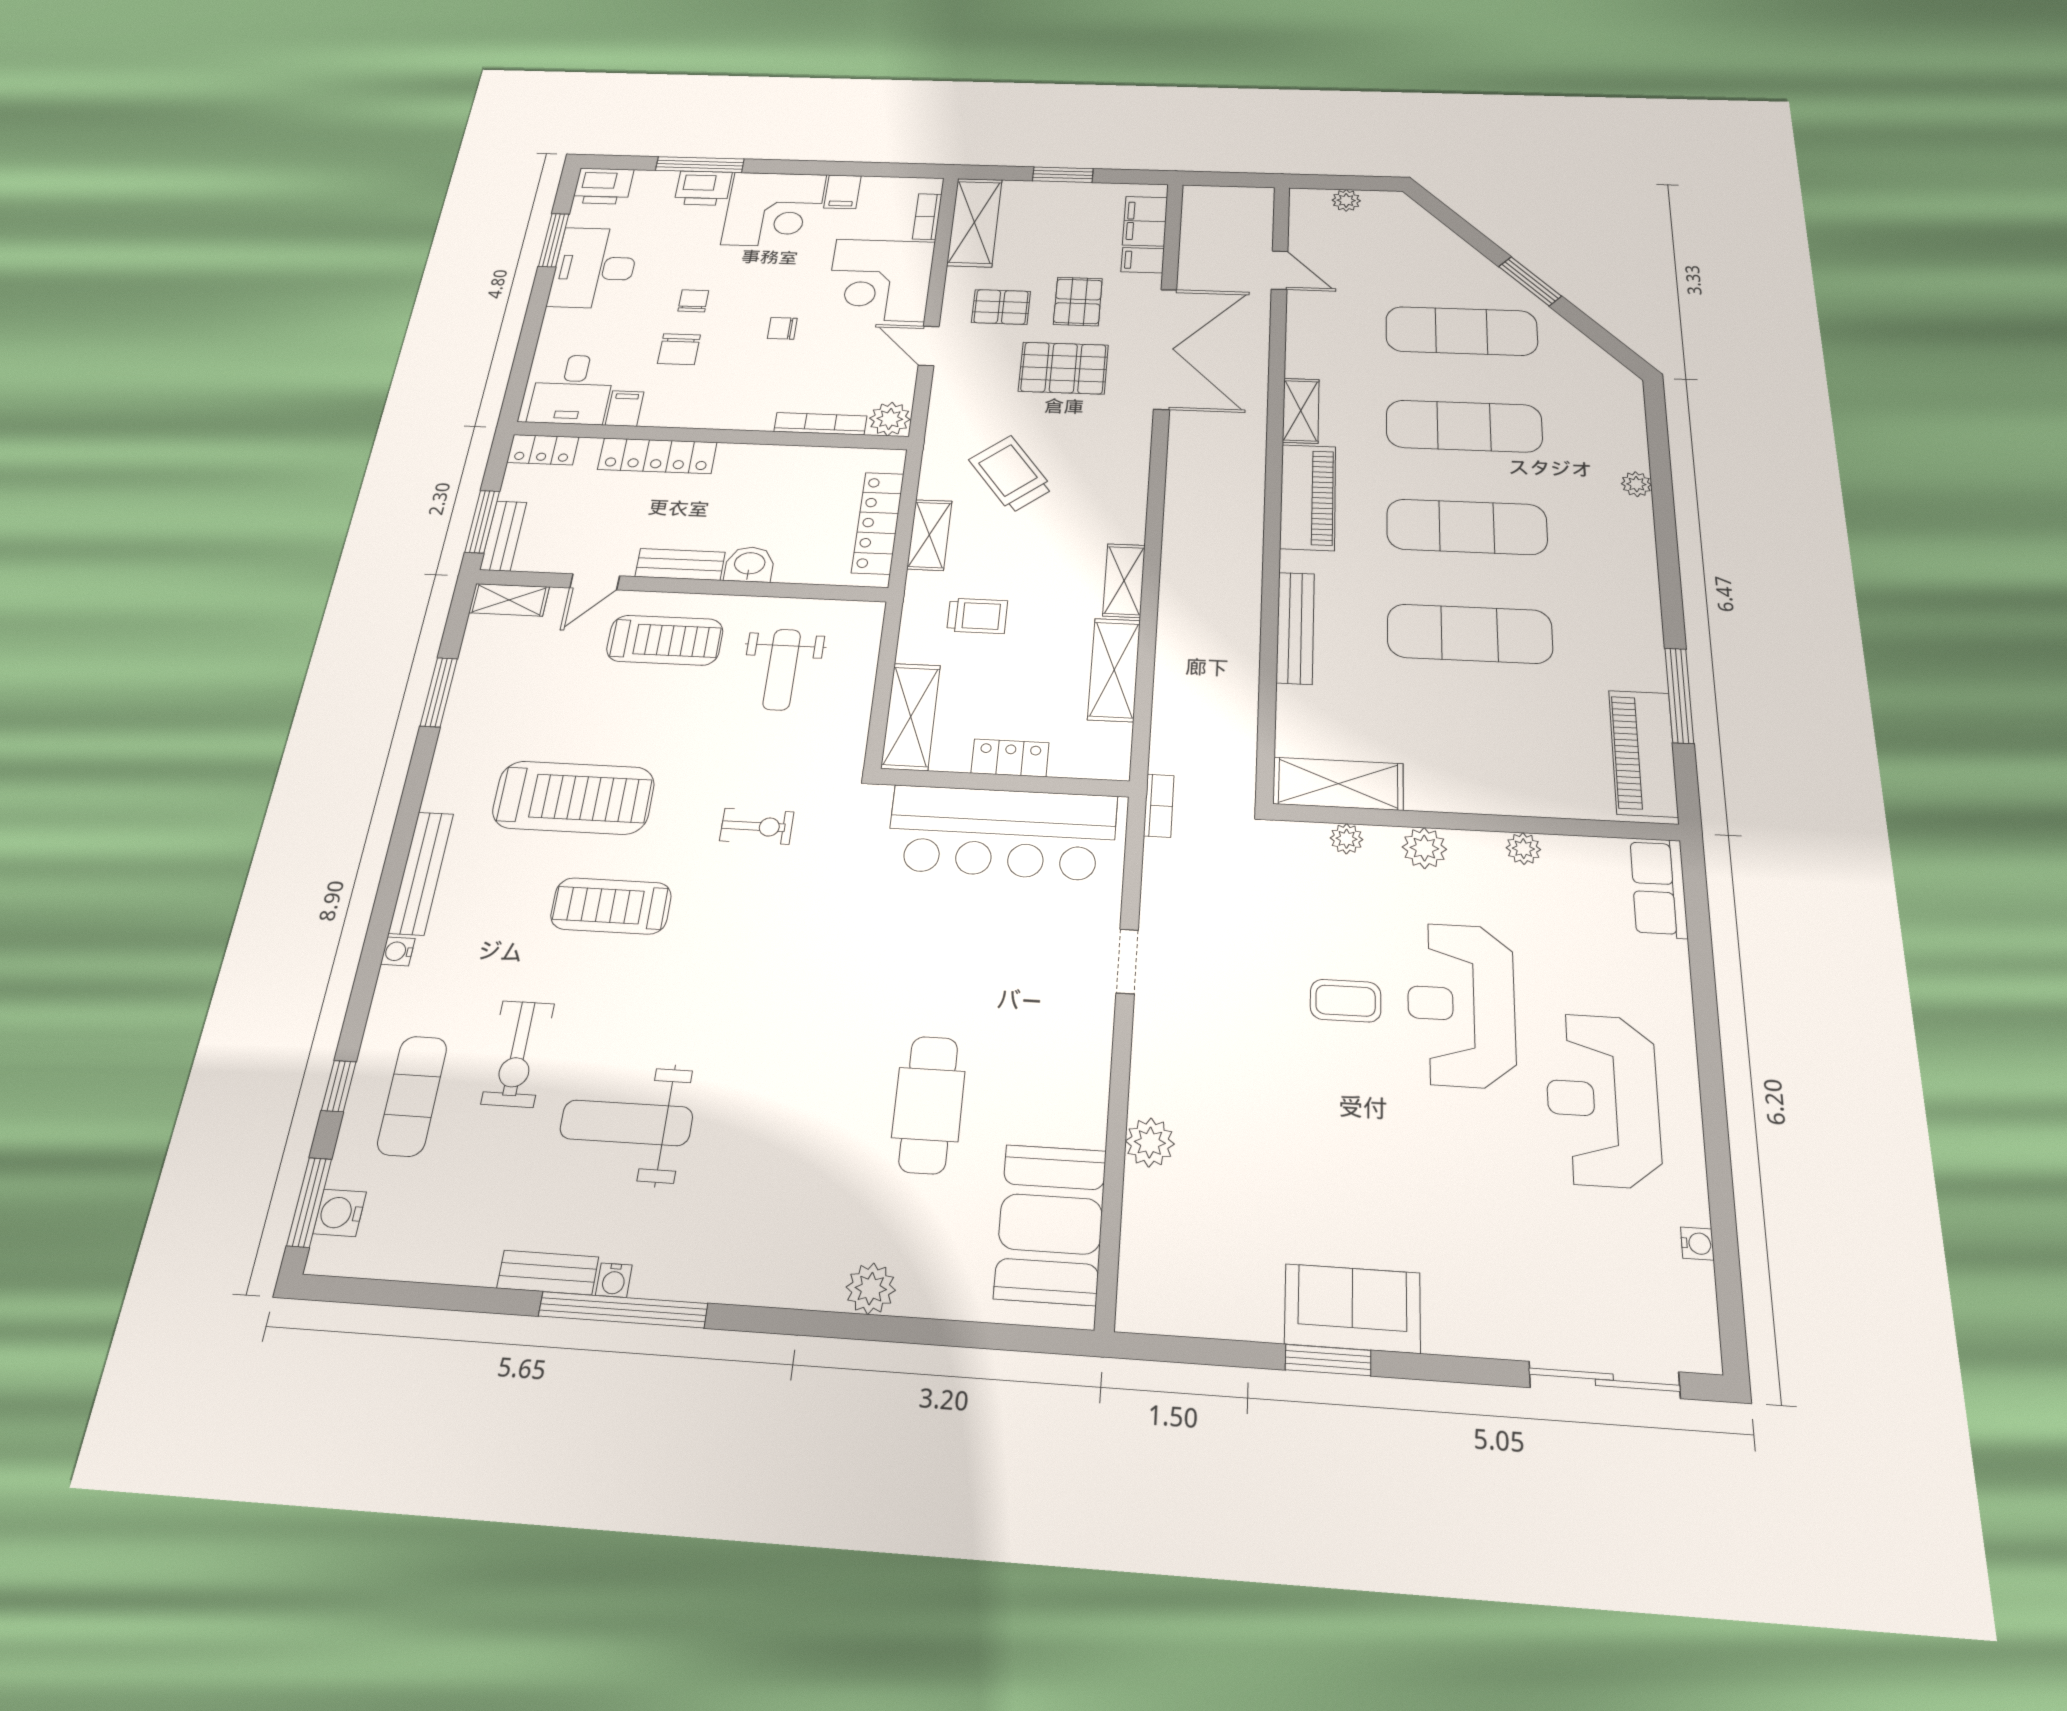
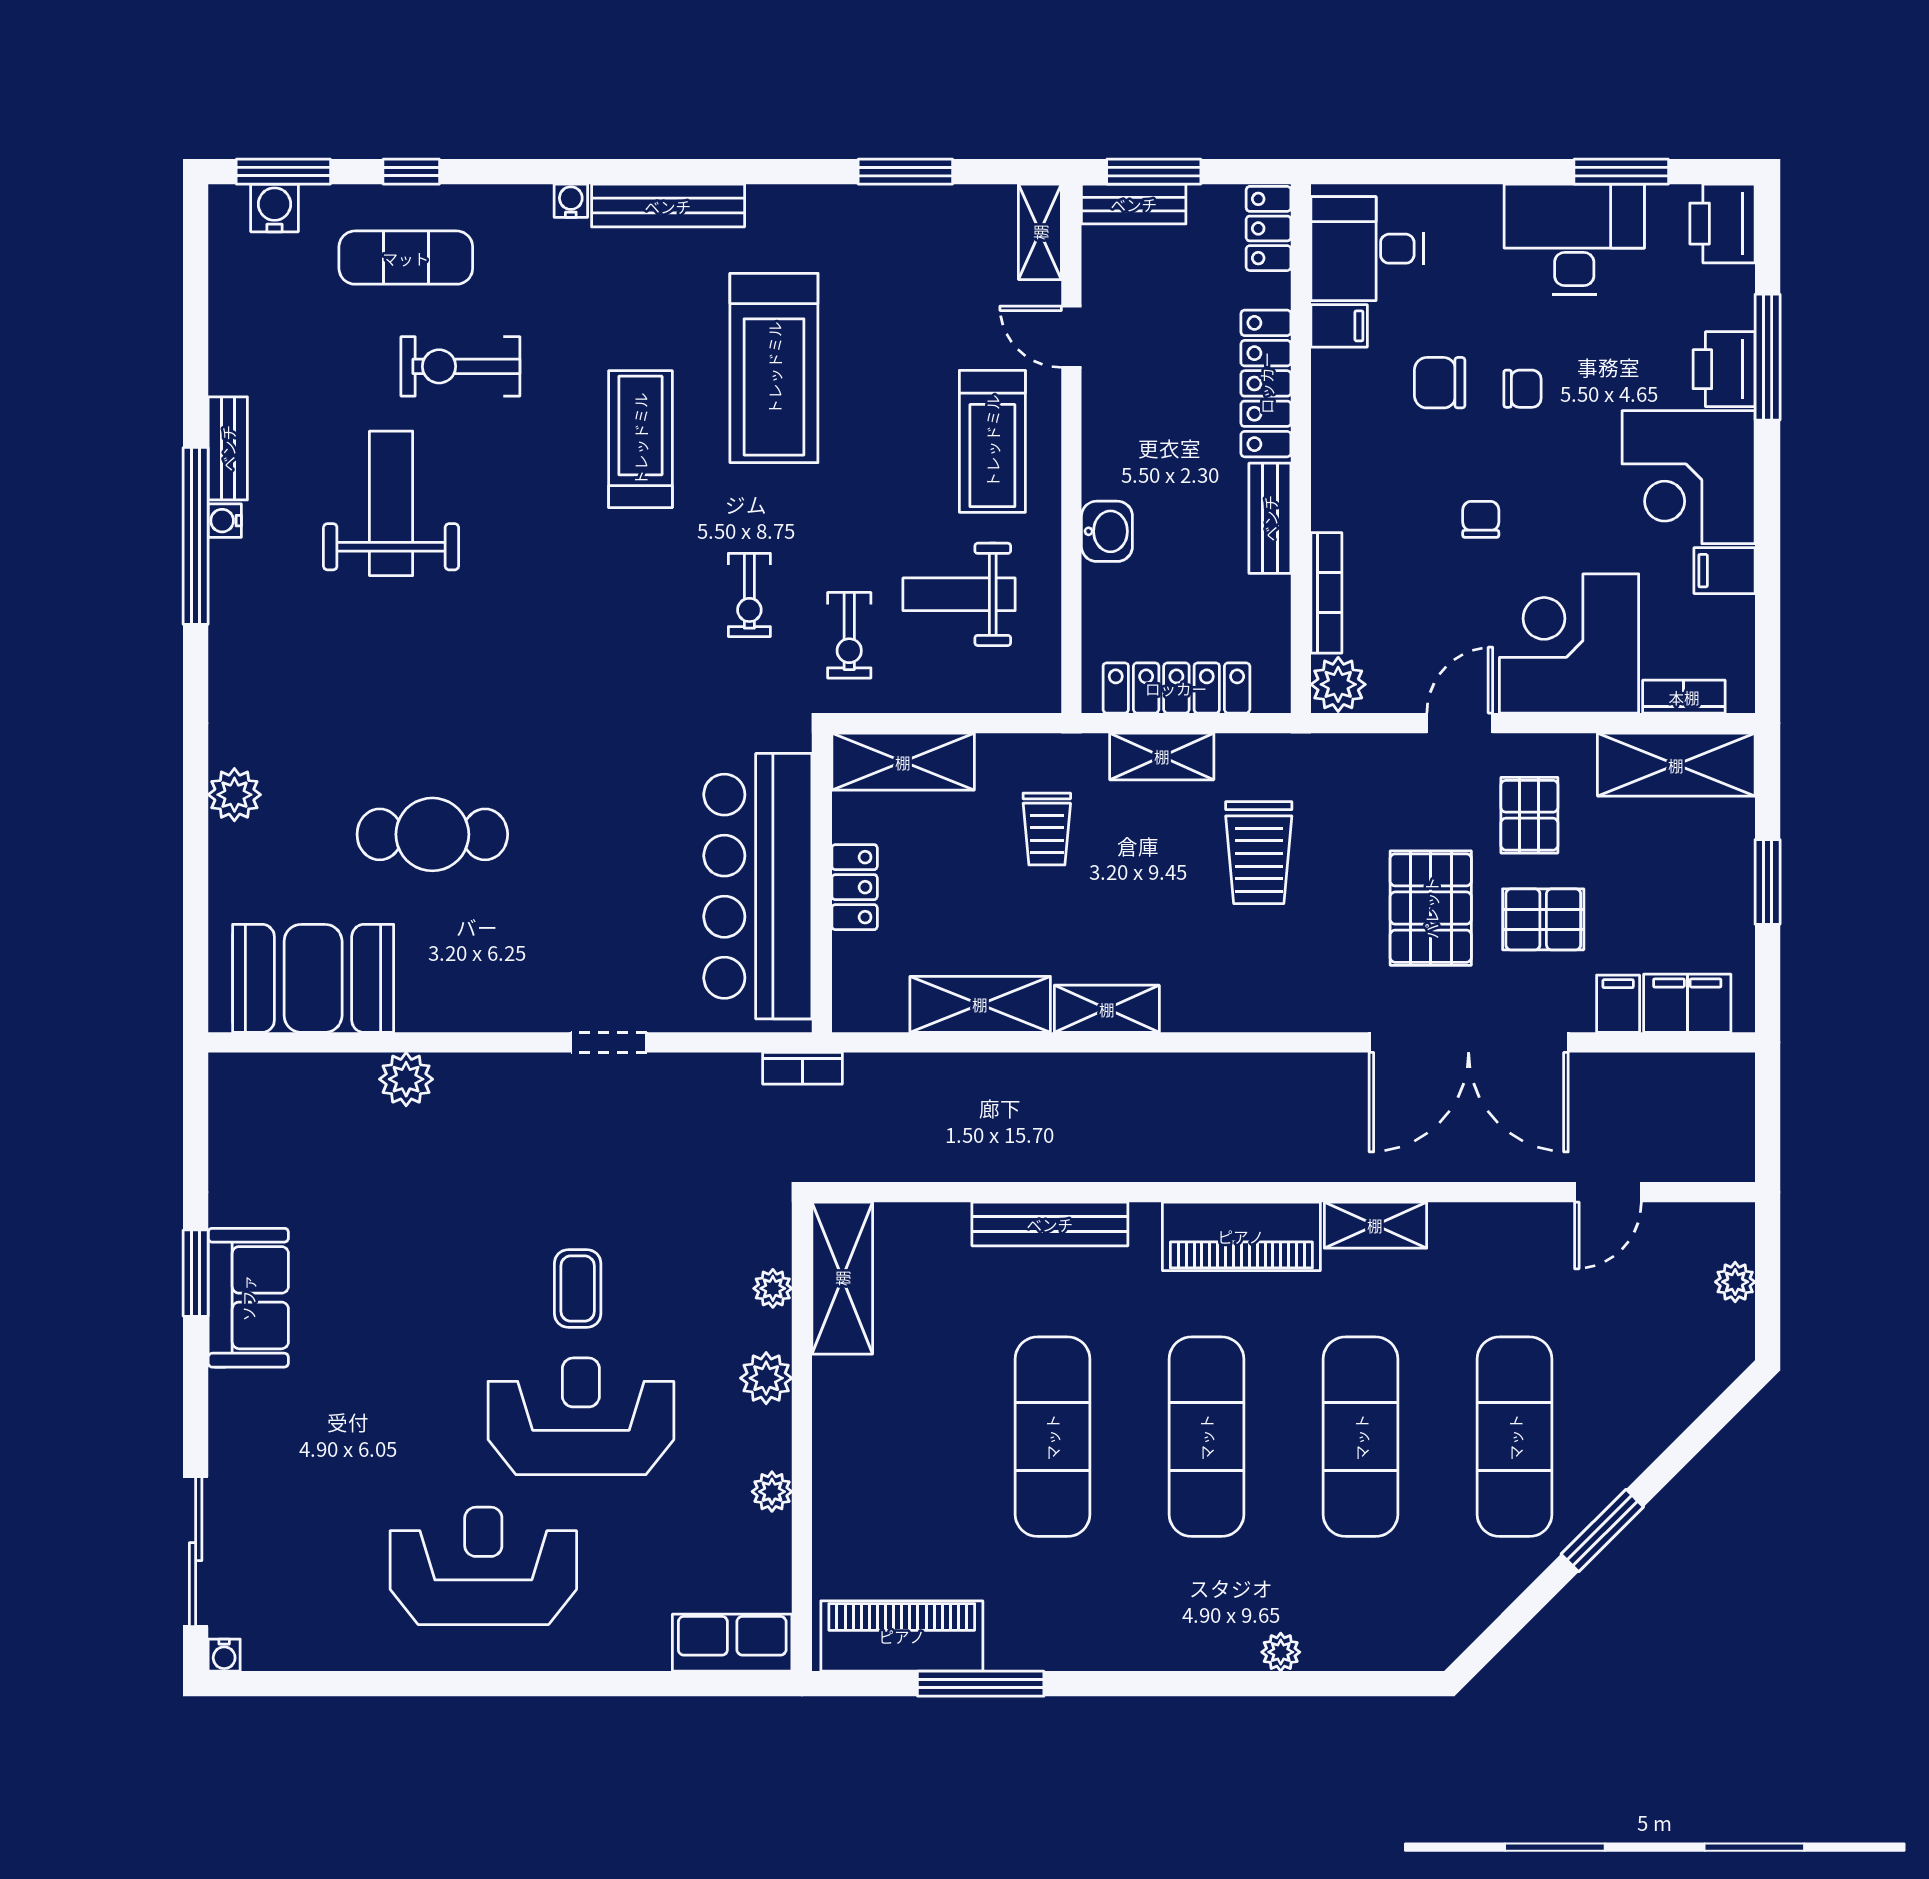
trolley: (1011, 474) -> (1259, 853), turned 128
bench: (680, 564) -> (1270, 518), moved
exercise bike: (802, 752) -> (849, 635), added
water cooler: (1697, 1244) -> (224, 1655), moved

